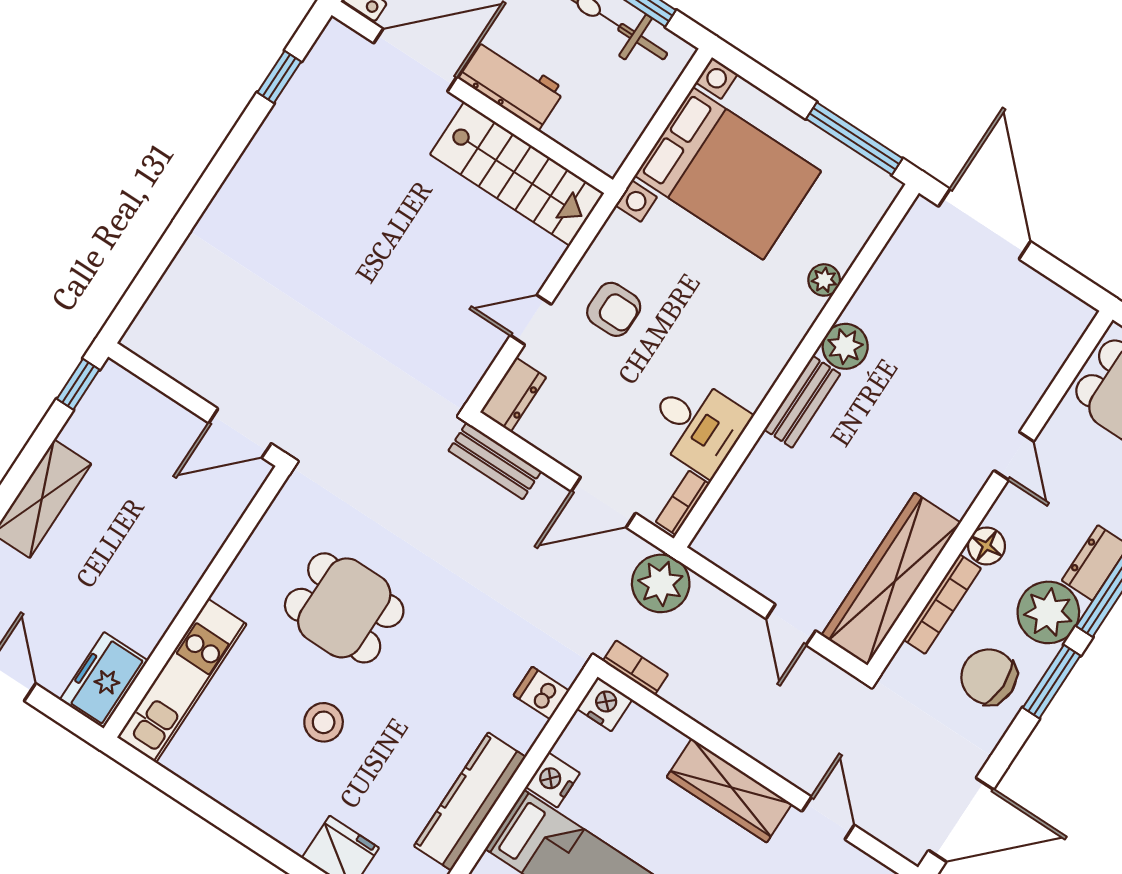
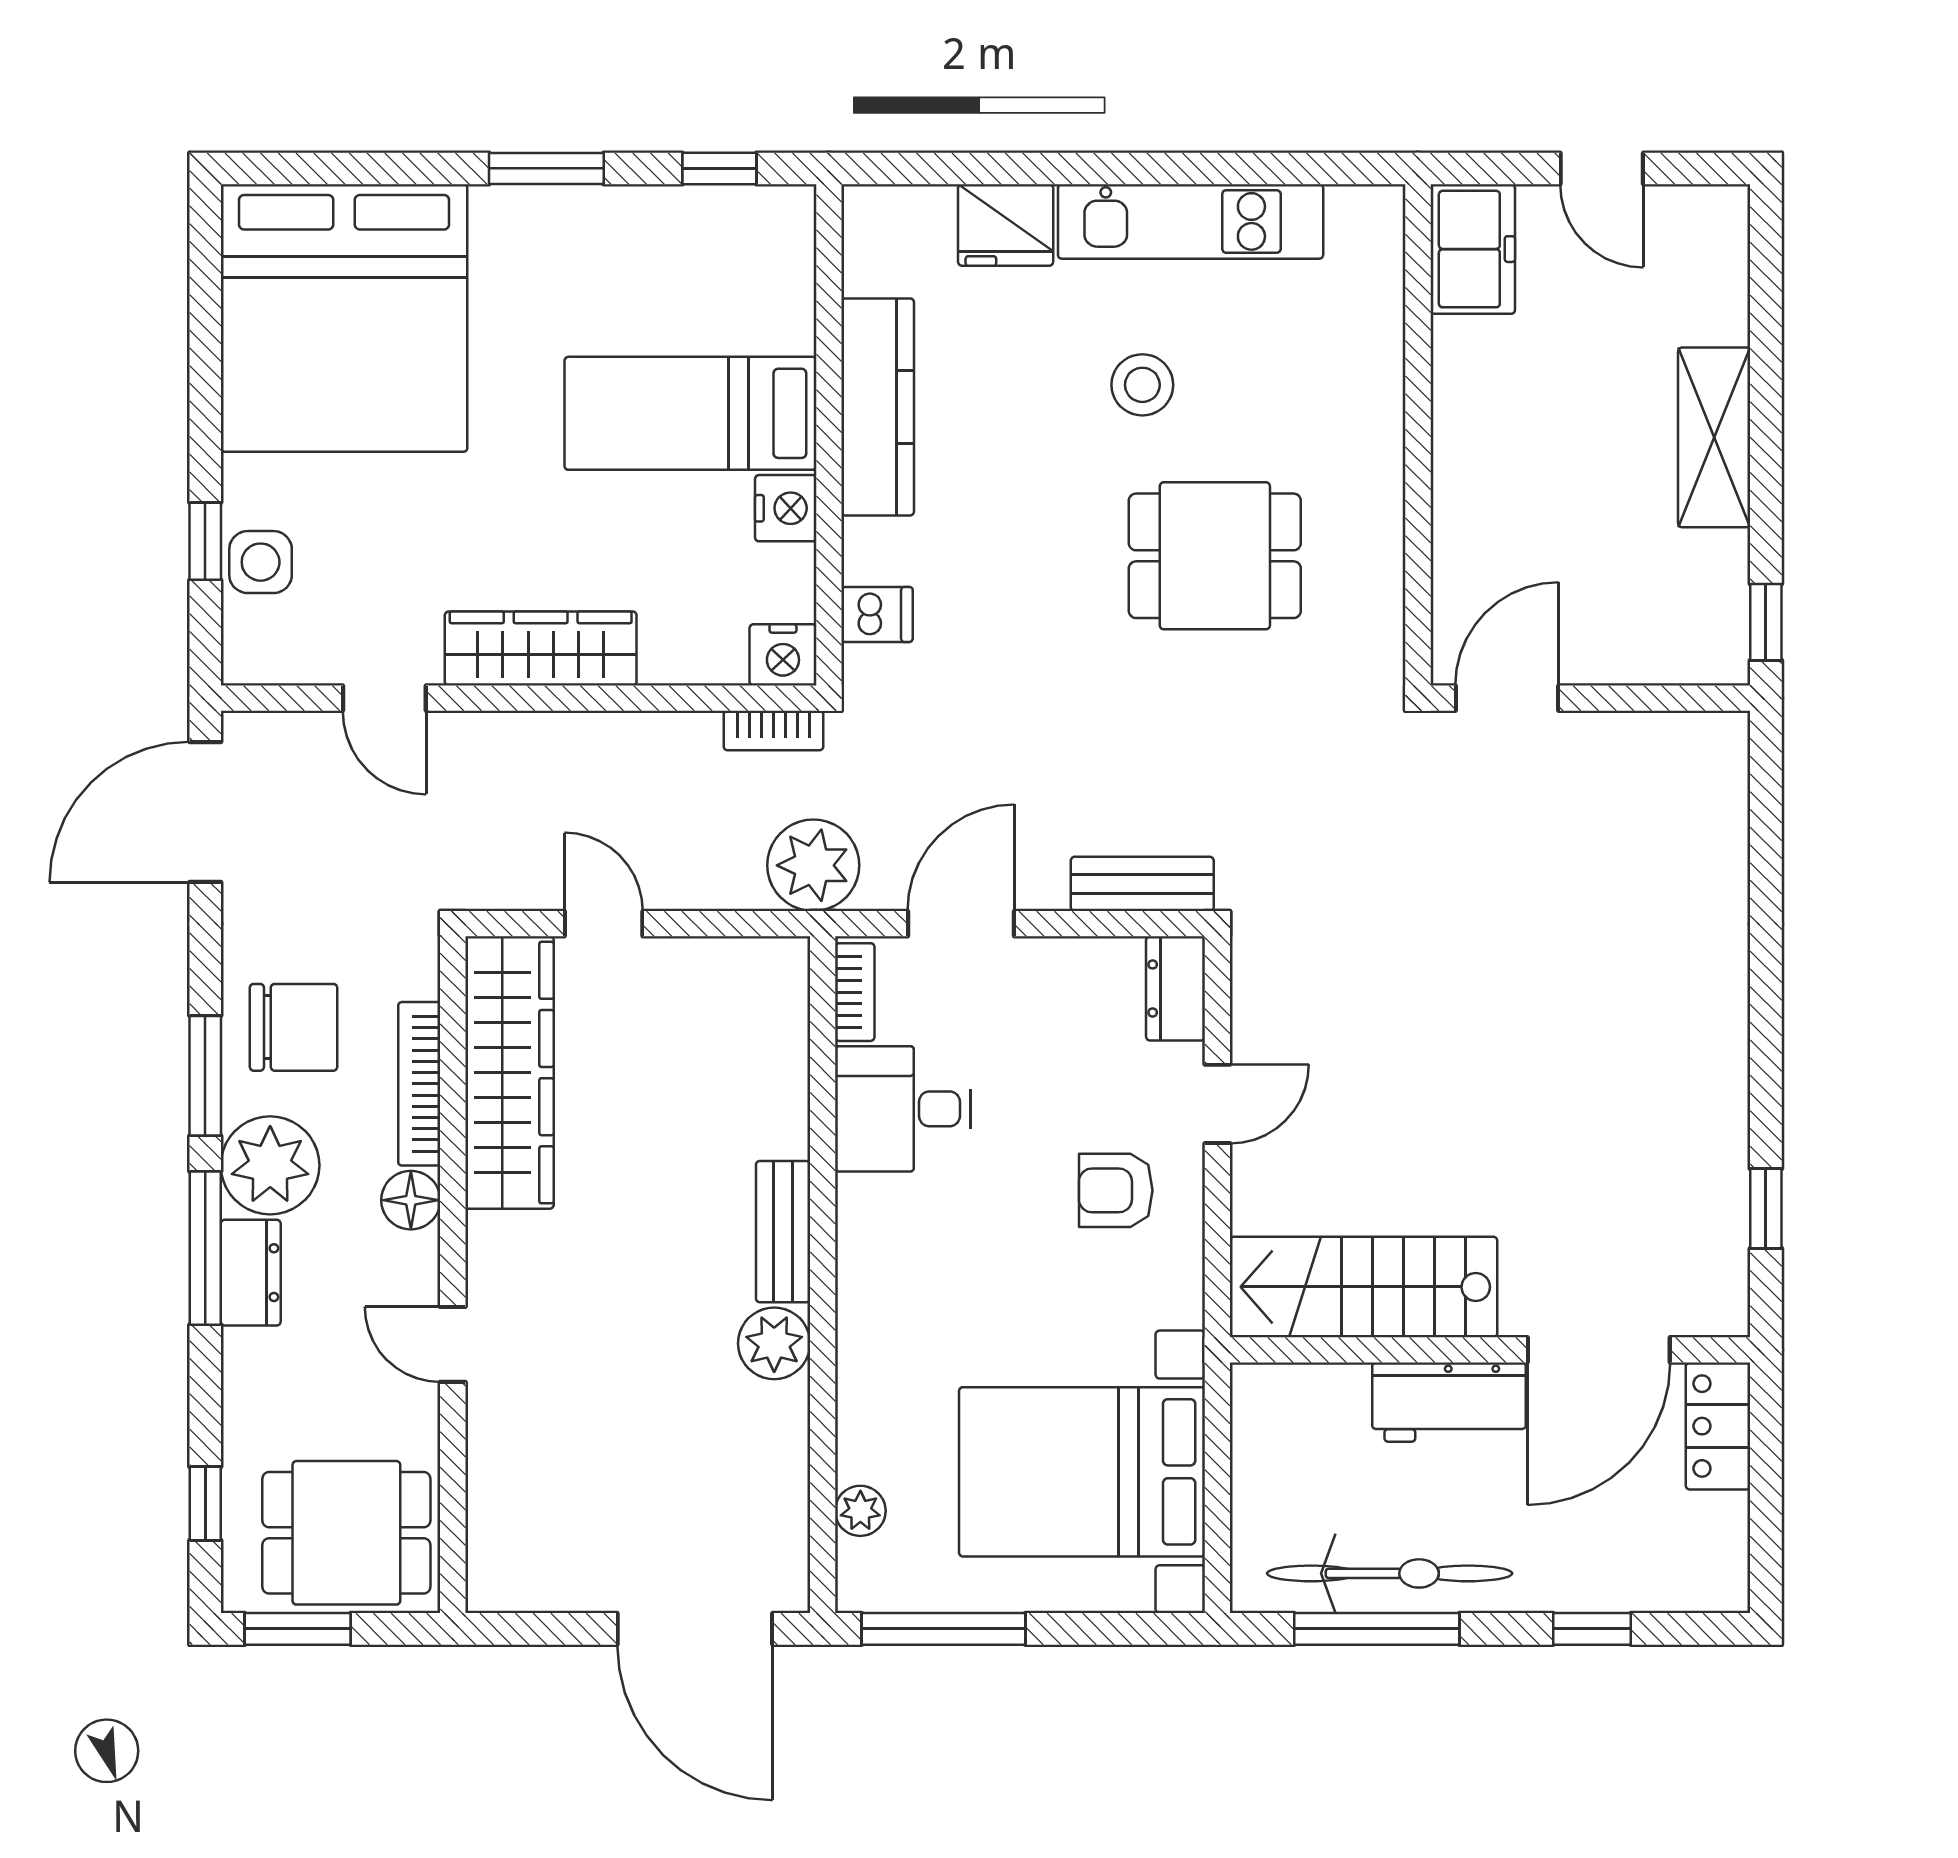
plant: (824, 280) -> (860, 1511), moved
kitchen unit: (182, 681) -> (1191, 221), moved, turned -90

